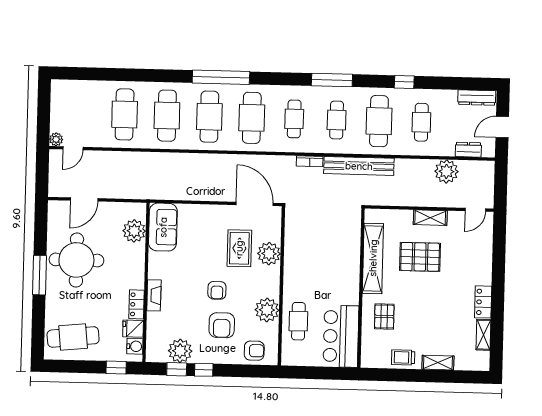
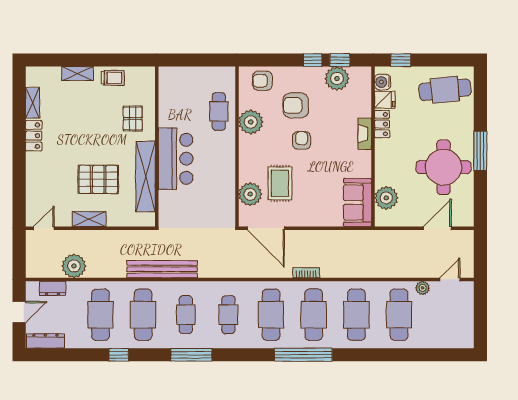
cafe table: (421, 122) -> (100, 315), width x1.37, depth x1.35
plant: (56, 139) -> (423, 288), moved
bookcase: (310, 161) -> (306, 273), moved
plant: (269, 254) -> (250, 194), moved
armchair: (222, 325) -> (296, 105), turned -90
bar counter: (341, 336) -> (176, 159), moved

